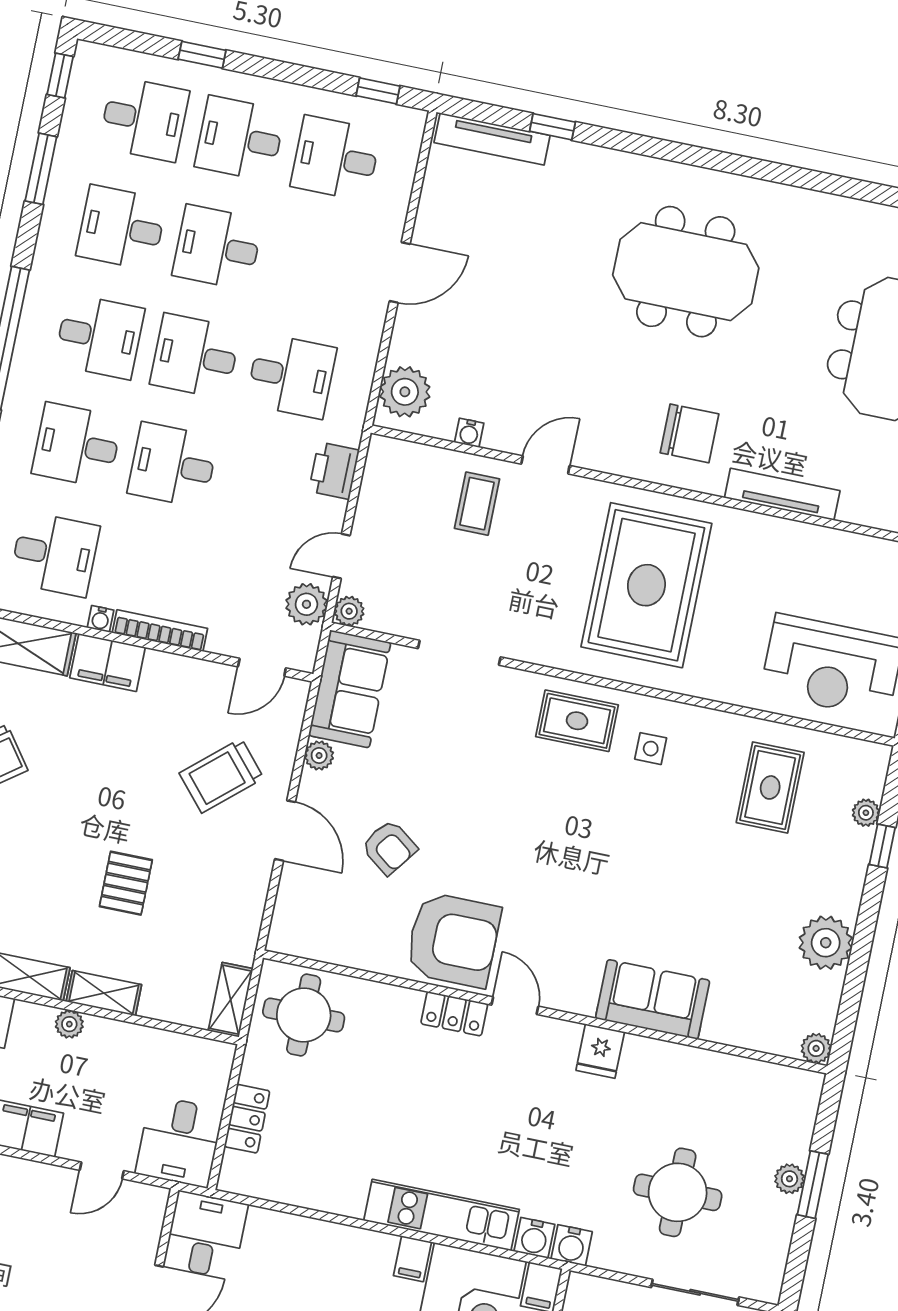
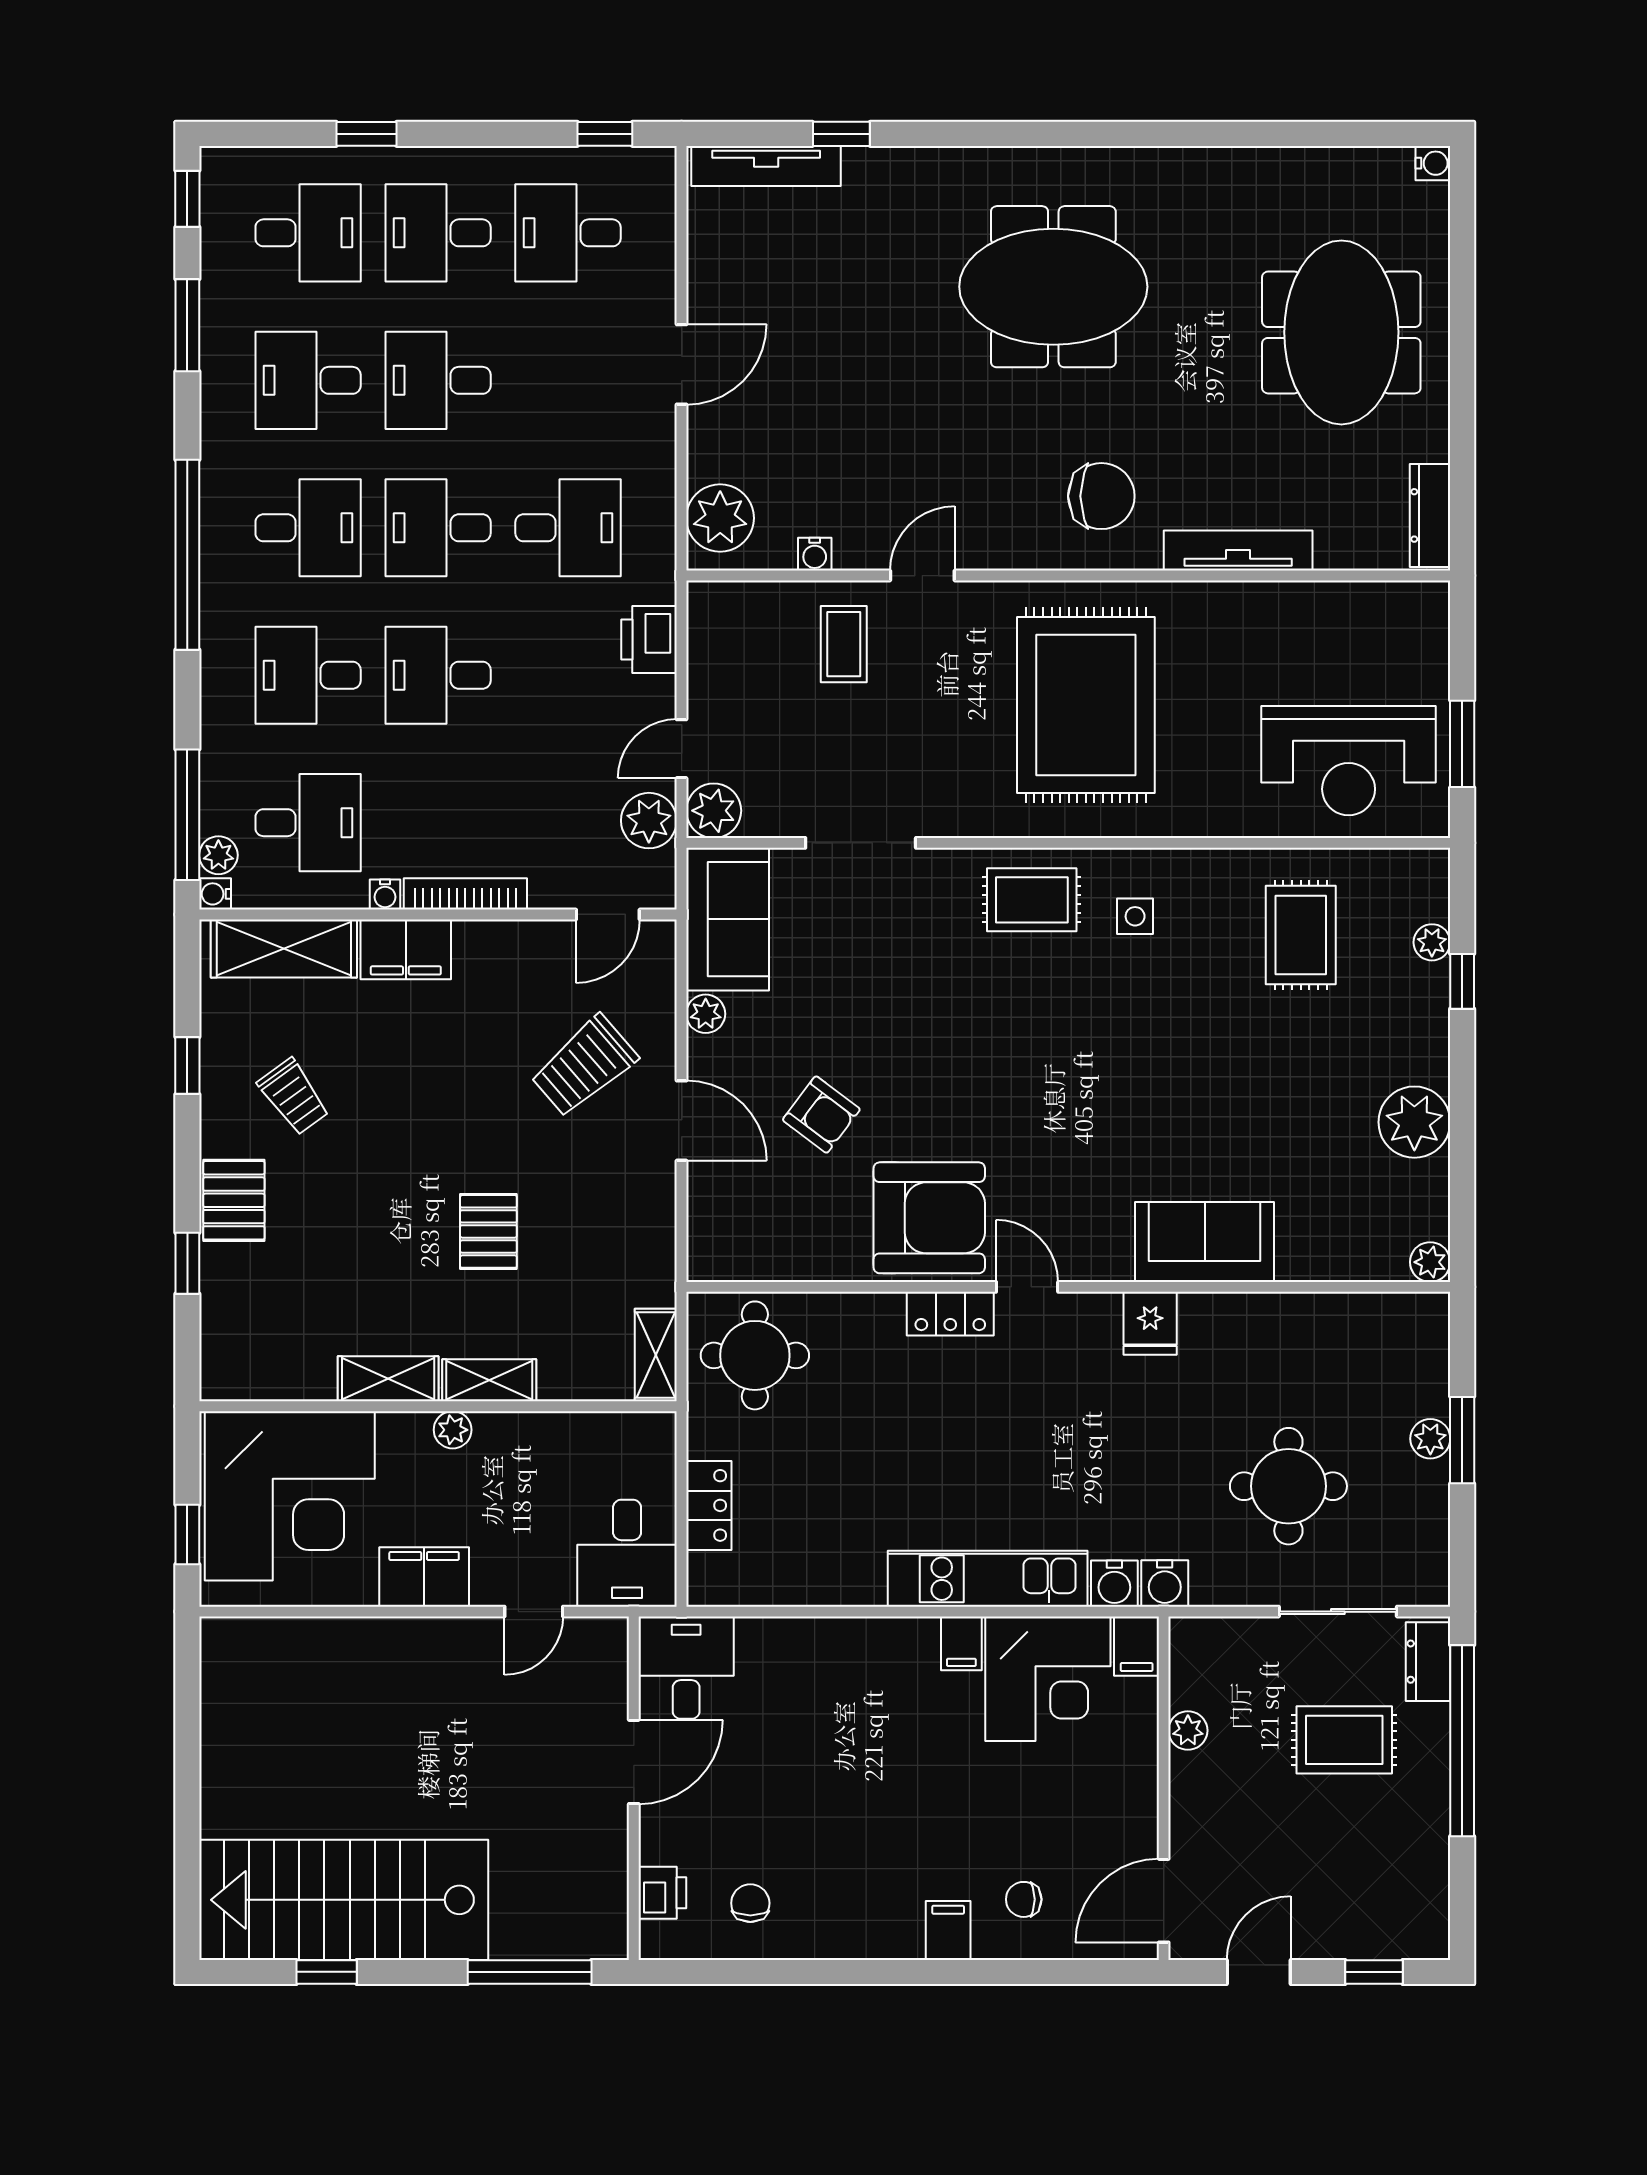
plant: (349, 611) -> (714, 811), width x1.38, depth x1.38

